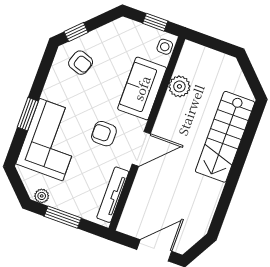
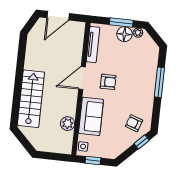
window: (28, 114) -> (159, 82), width x1.44
corner sofa: (51, 140) -> (141, 70), removed
floor lamp: (62, 199) -> (124, 34), added

